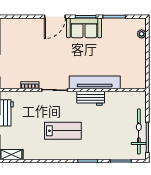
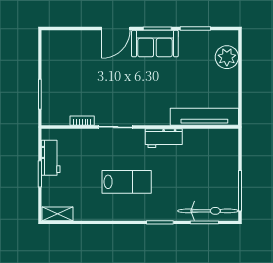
plant: (142, 34) -> (227, 57), width x1.88, depth x1.88
tv unit: (95, 82) -> (204, 117), moved
bicycle: (139, 131) -> (208, 211), moved, turned 90

